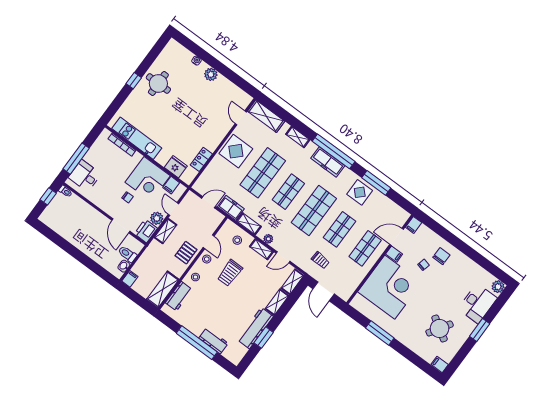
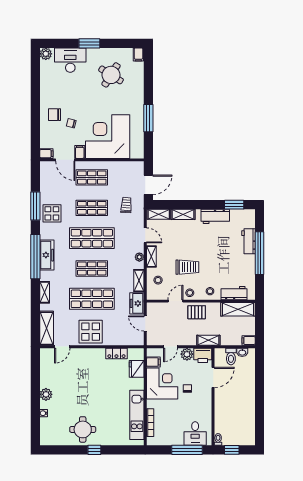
shelving: (165, 231) -> (208, 340), moved
workbench: (255, 328) -> (215, 216), width x0.73
window: (264, 338) -> (234, 205), moved

